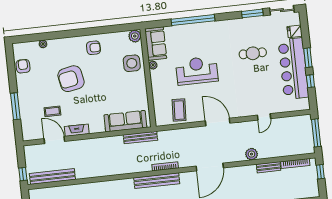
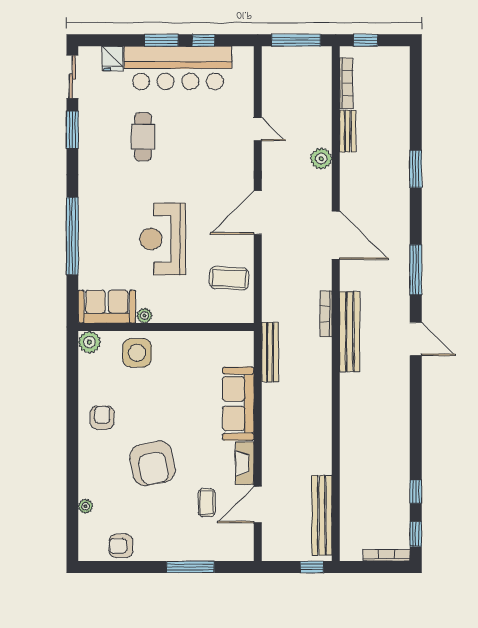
sofa: (125, 121) -> (238, 404), moved

